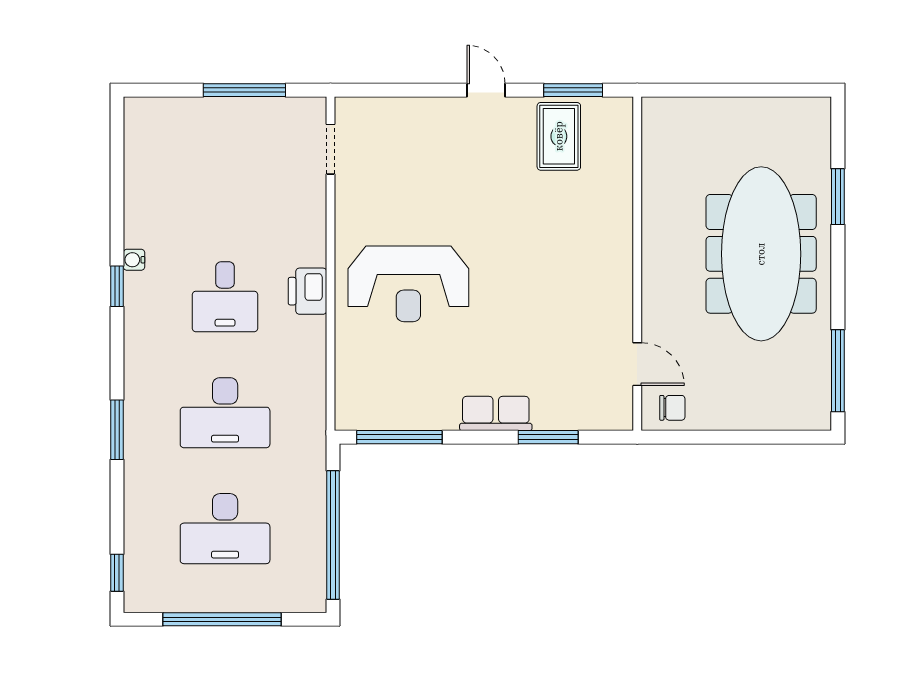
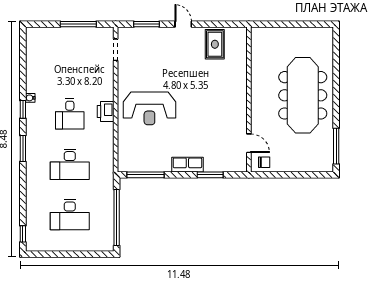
window: (573, 90) -> (146, 24), moved
window: (838, 197) -> (336, 70), removed
window: (117, 430) -> (23, 149), moved
window: (222, 619) -> (68, 254), removed

